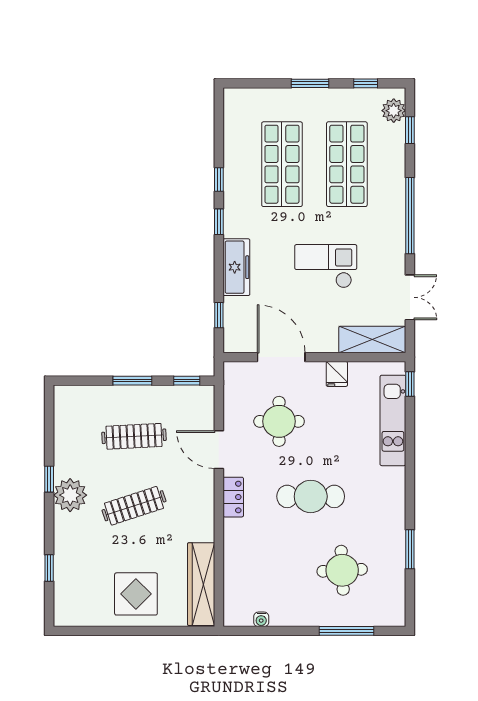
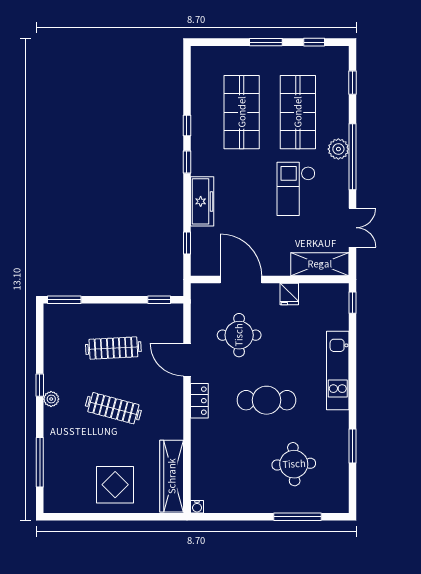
plant: (394, 111) -> (338, 149), moved
checkout: (326, 266) -> (296, 189), moved, turned -90
window: (132, 381) -> (64, 300), moved
kitchen unit: (393, 420) -> (338, 370), moved
plant: (70, 495) -> (51, 399), width x0.53, depth x0.53
clothes rail: (134, 506) -> (113, 408), turned 33
window: (49, 568) -> (40, 462), width x2.17
water cooler: (261, 619) -> (197, 507), moved

